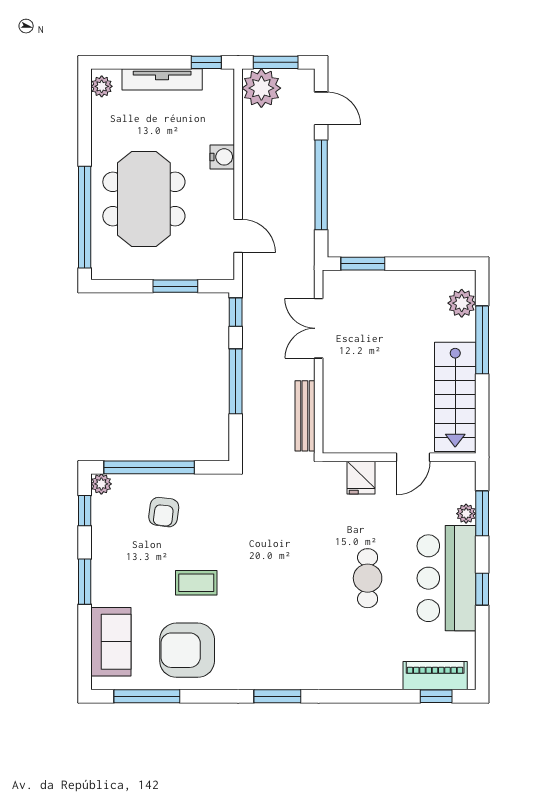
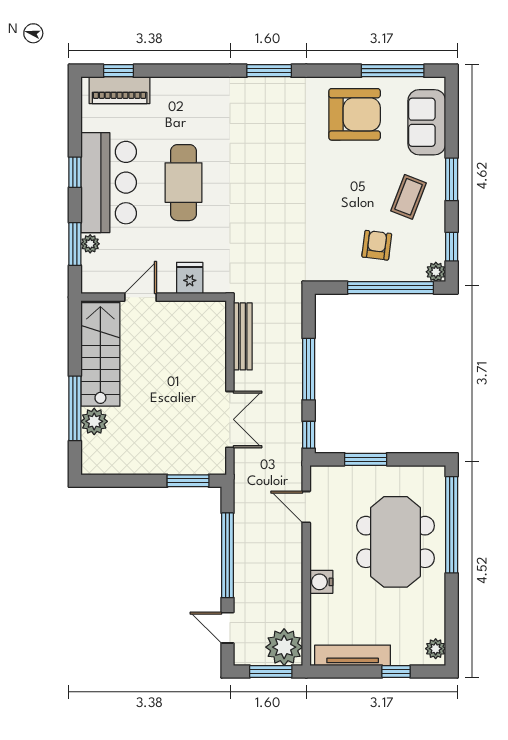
window: (206, 62) -> (396, 672), moved
tv unit: (162, 79) -> (353, 655), moved
plant: (462, 303) -> (94, 421), moved
cafe table: (368, 578) -> (184, 183), width x1.37, depth x1.35
coffee table: (196, 583) -> (409, 197), moved, turned -69

